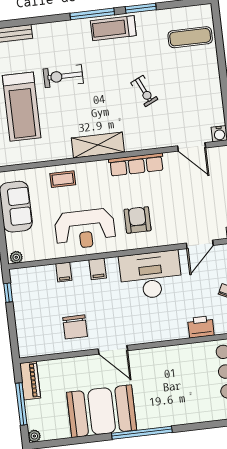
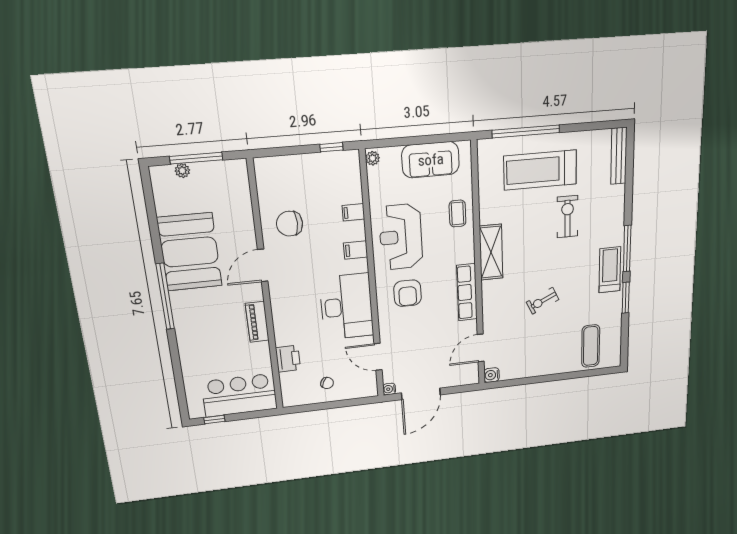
armchair: (138, 220) -> (408, 293), turned 90
piano: (30, 381) -> (257, 322), moved, turned 90
plant: (34, 436) -> (182, 171), moved

